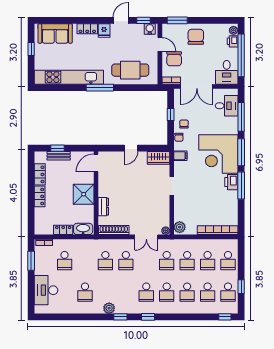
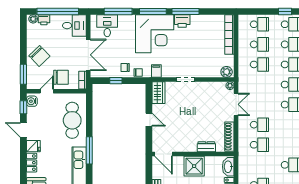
chair: (196, 37) -> (39, 56), turned -134
school desk: (167, 261) -> (259, 85), removed

